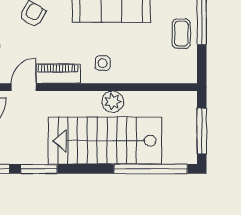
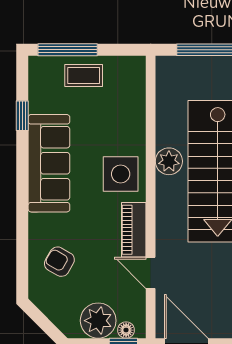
side table: (103, 63) -> (121, 174), width x1.87, depth x1.87

